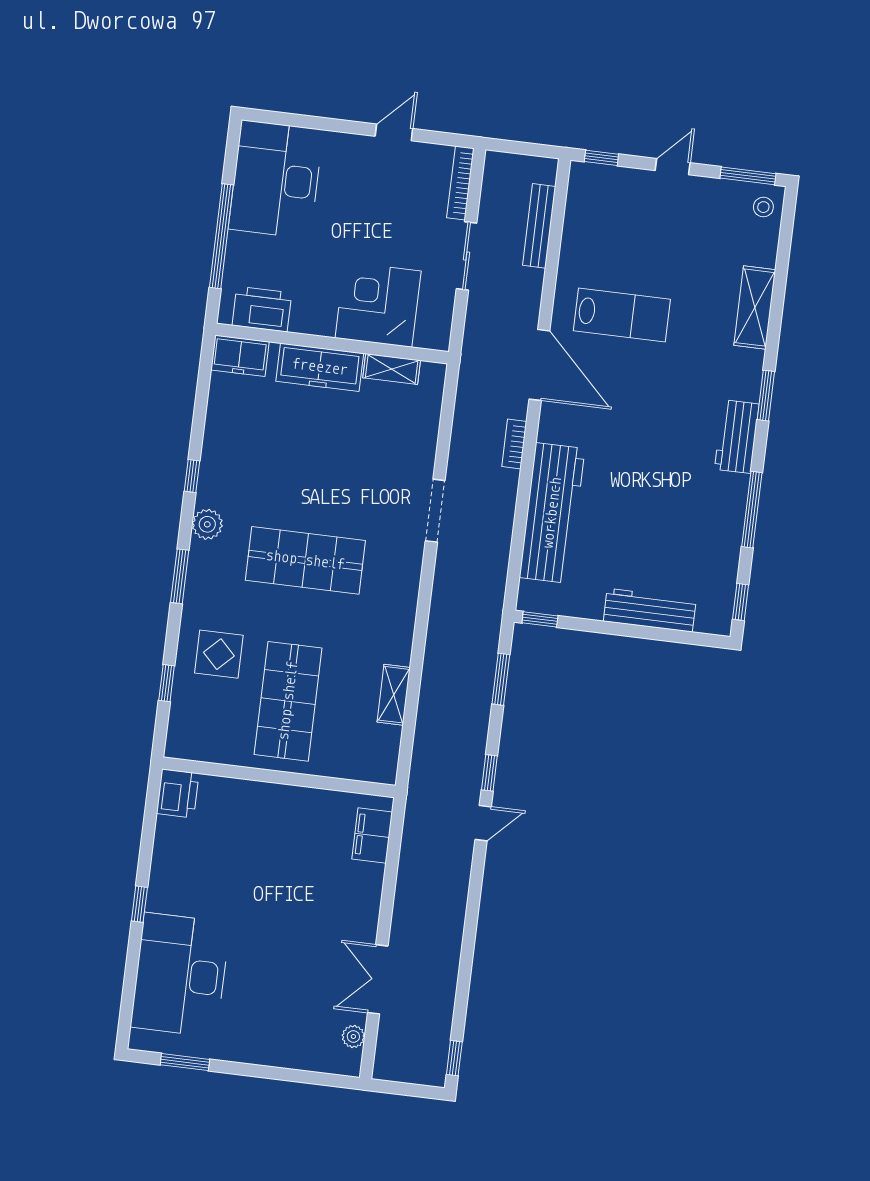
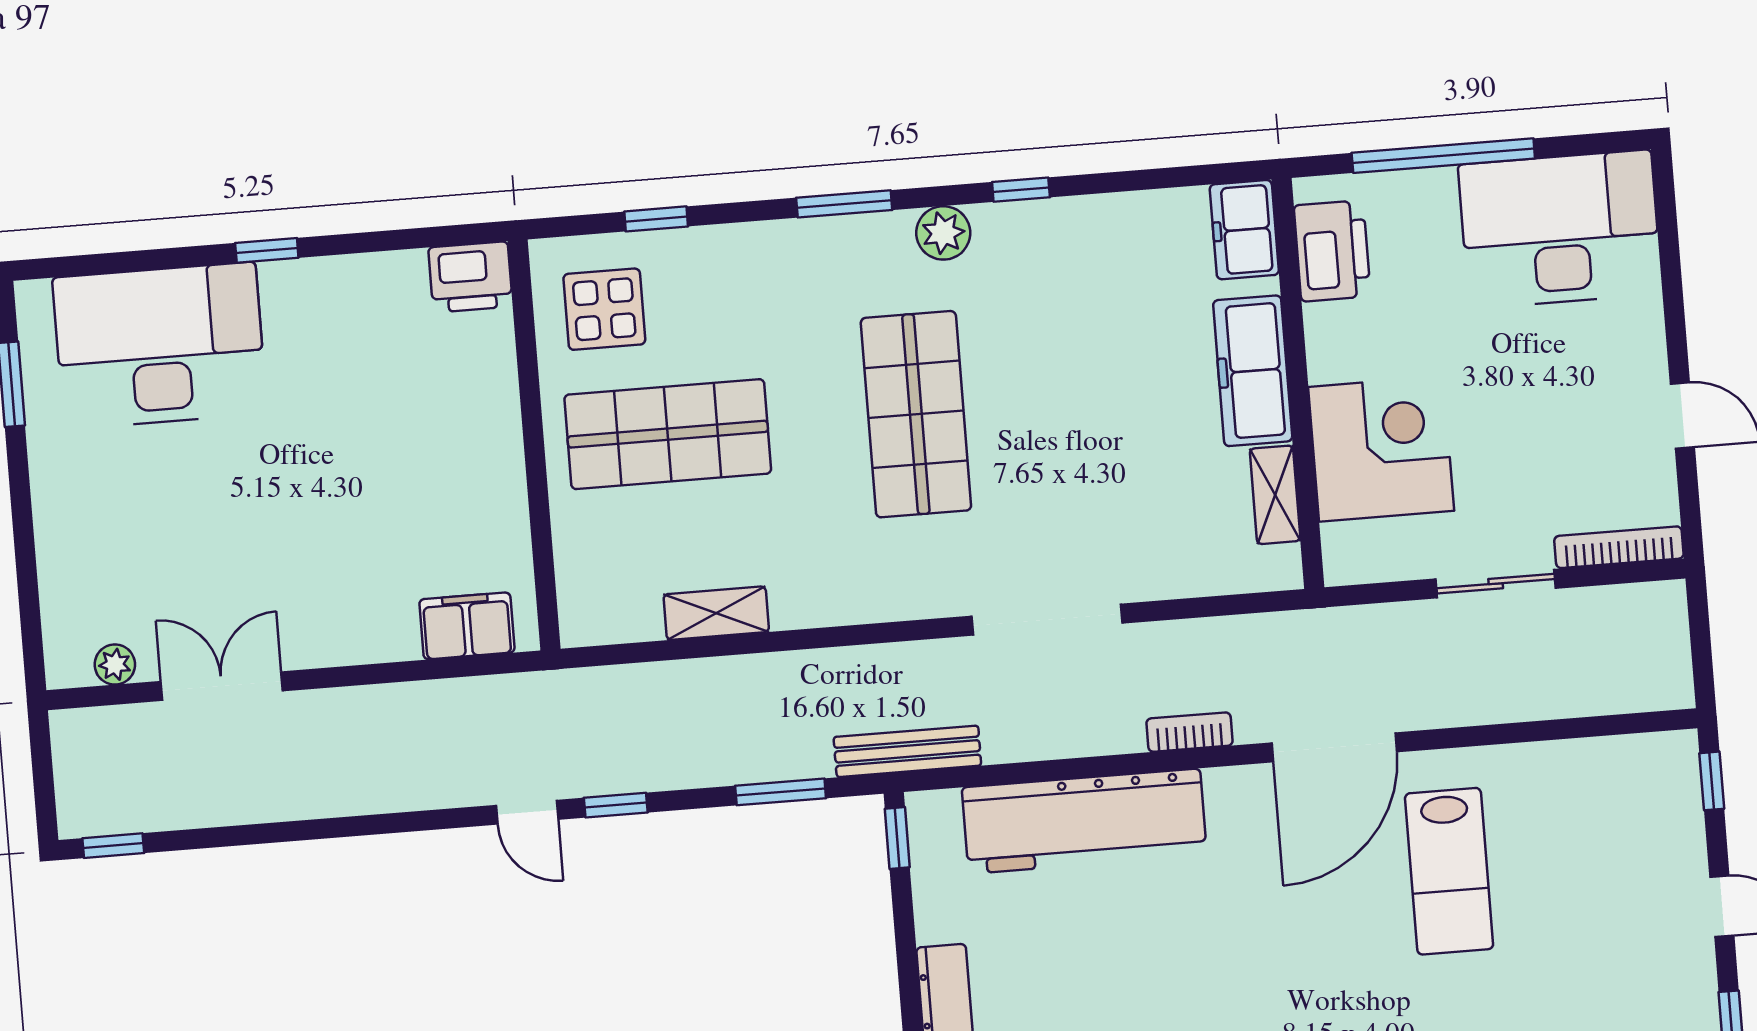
bench: (539, 226) -> (907, 751), moved
doorway: (435, 511) -> (1047, 620), width x1.36
display table: (219, 654) -> (604, 309), moved

